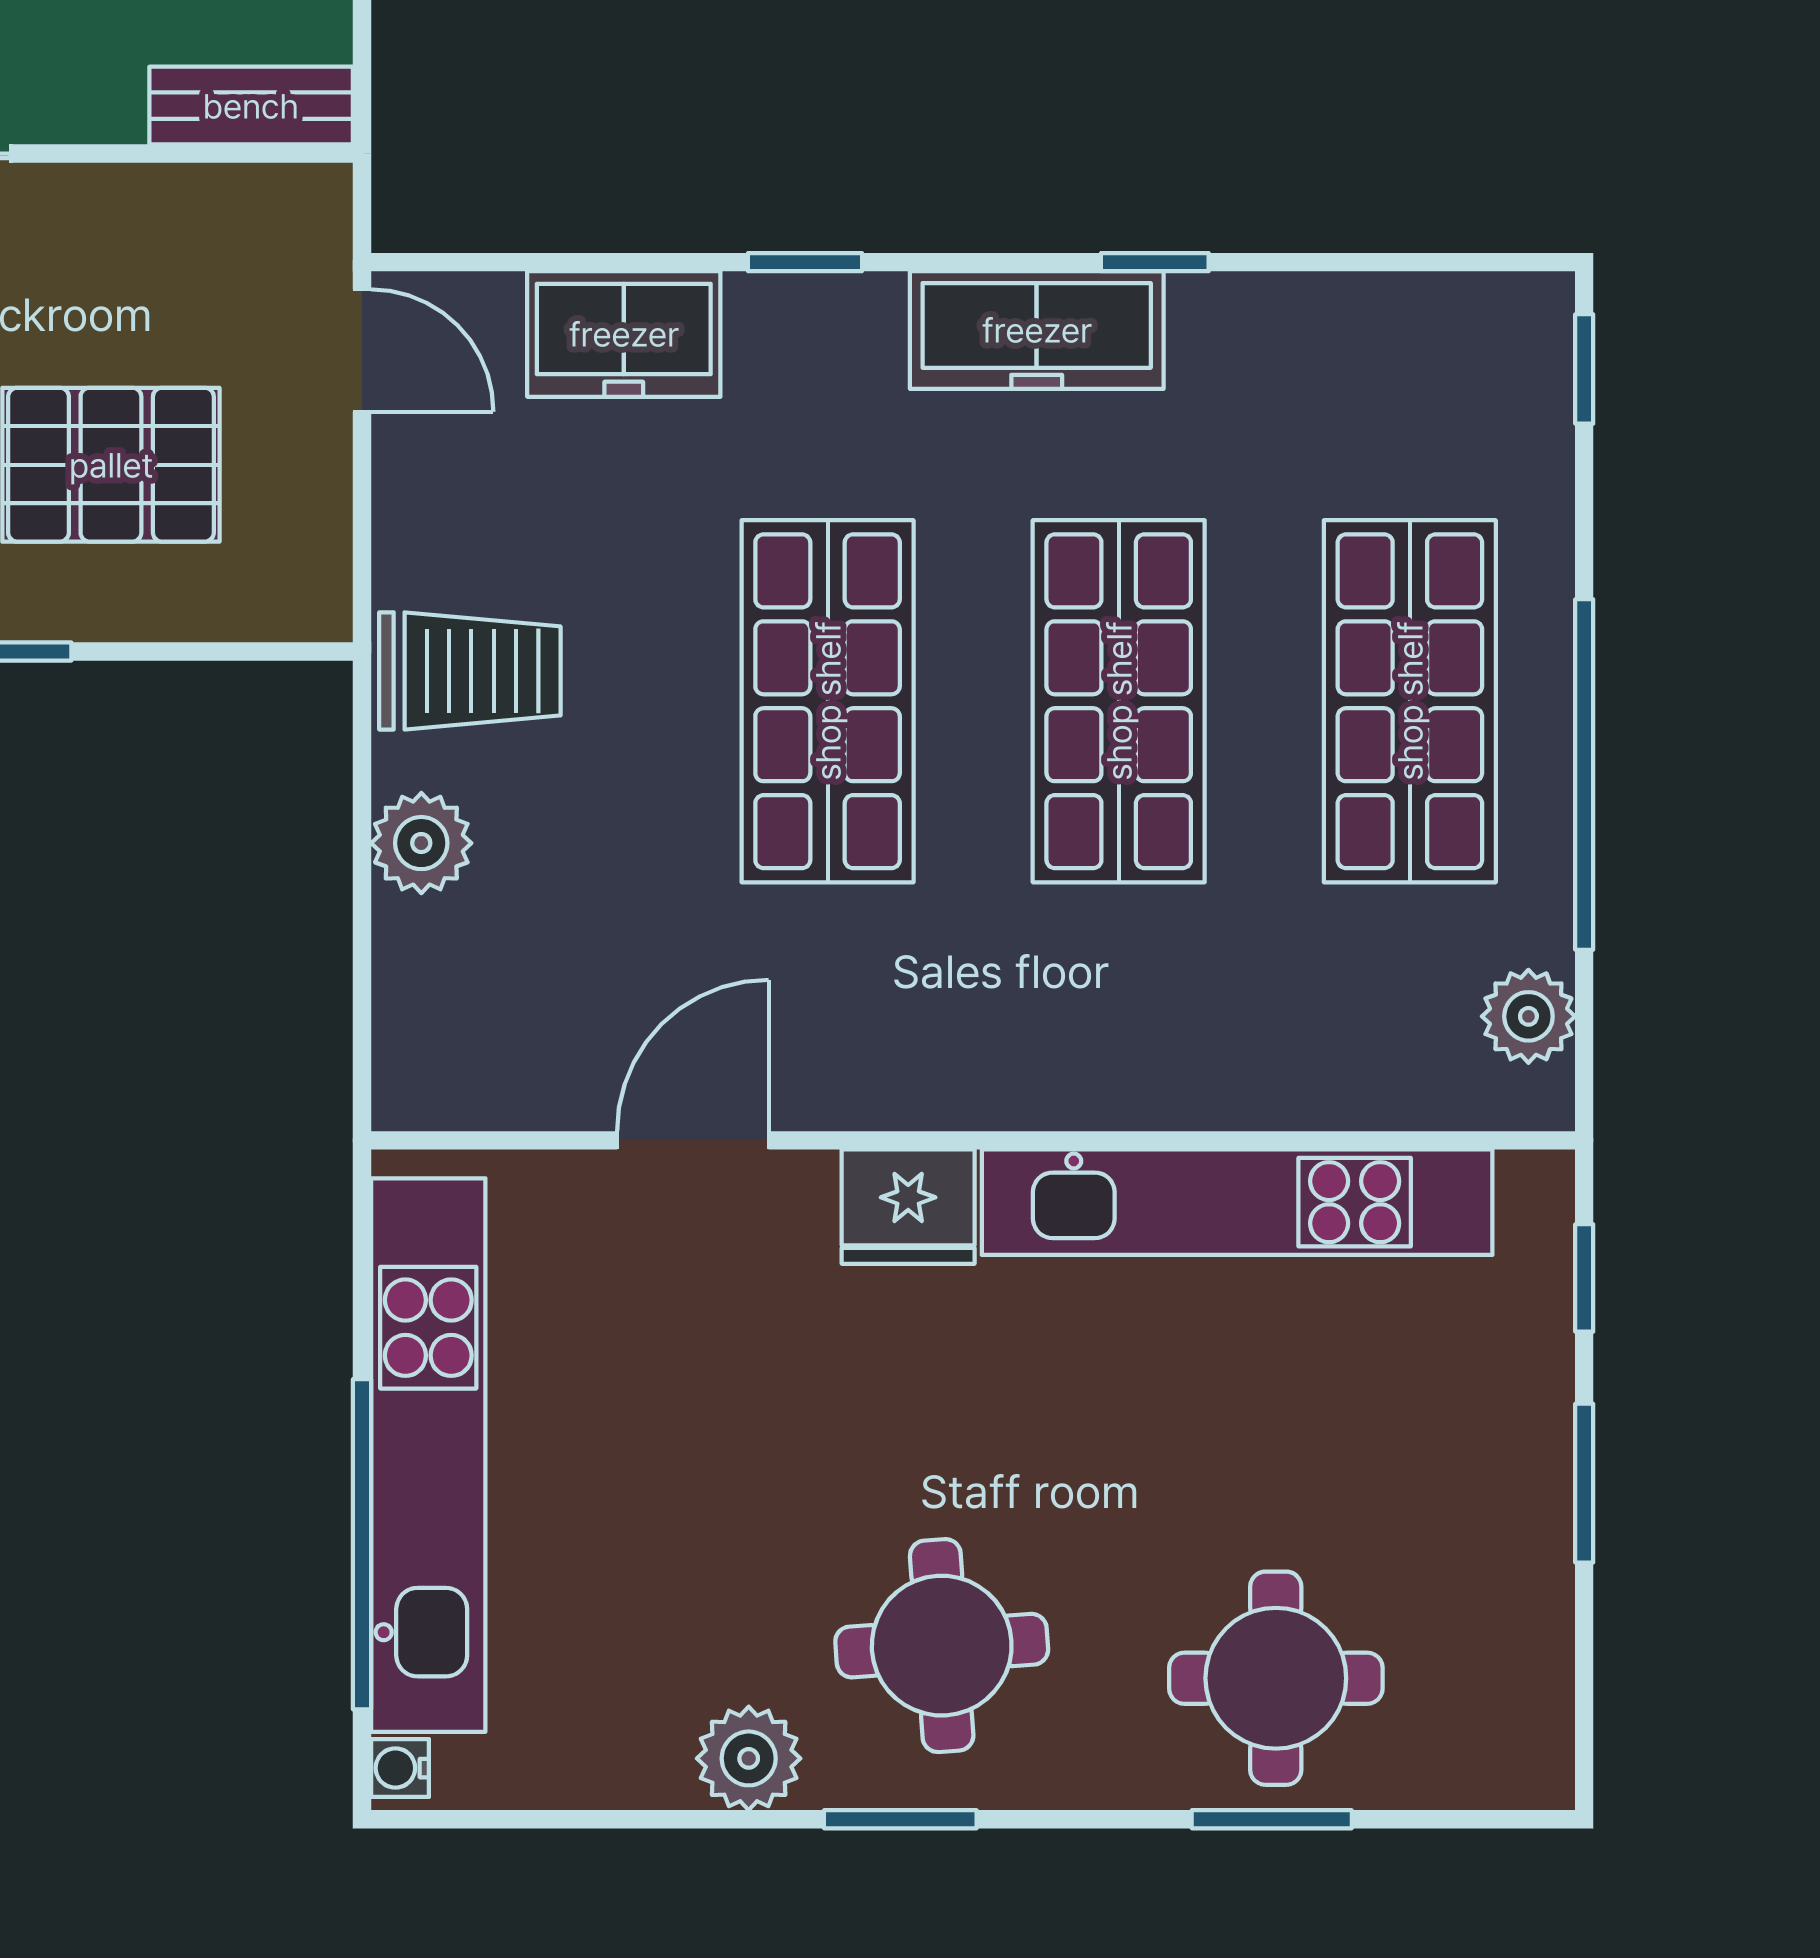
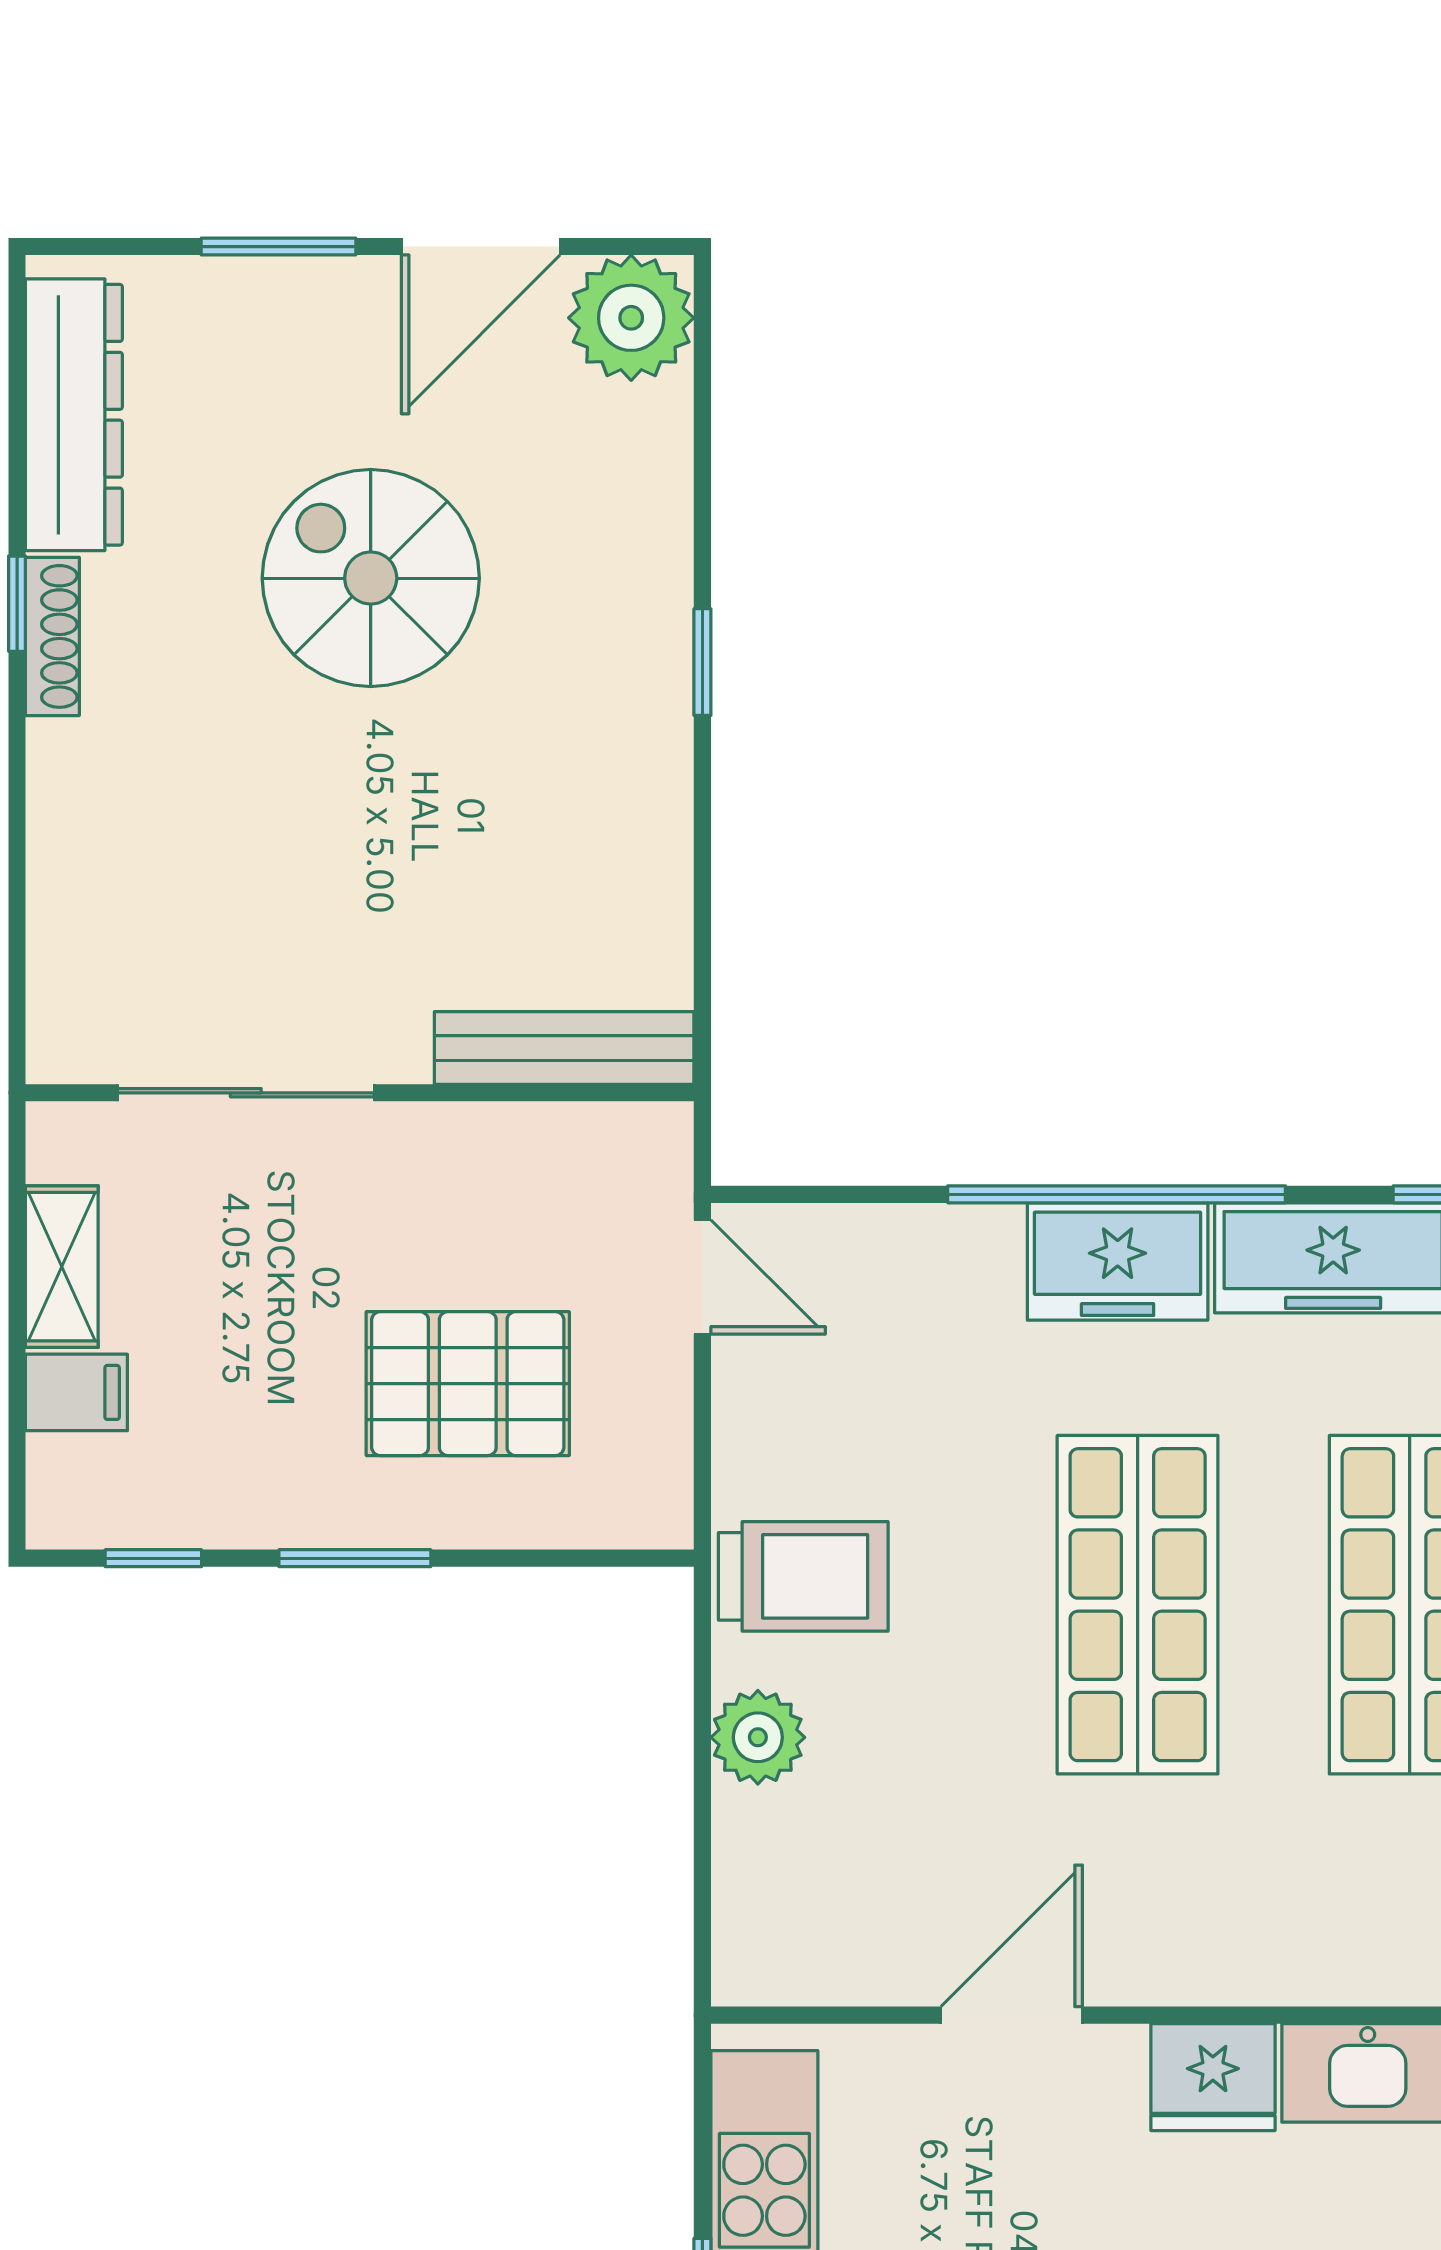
bench: (251, 106) -> (564, 1048), width x1.36
window: (805, 262) -> (1117, 1194), width x3.17
freezer: (624, 334) -> (1118, 1261), moved

